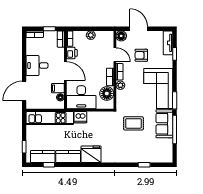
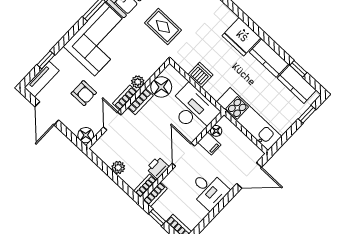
door: (139, 29) -> (47, 113), moved
dishwasher: (80, 117) -> (200, 75), moved

